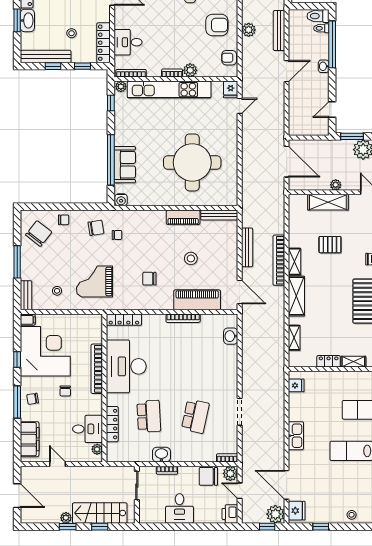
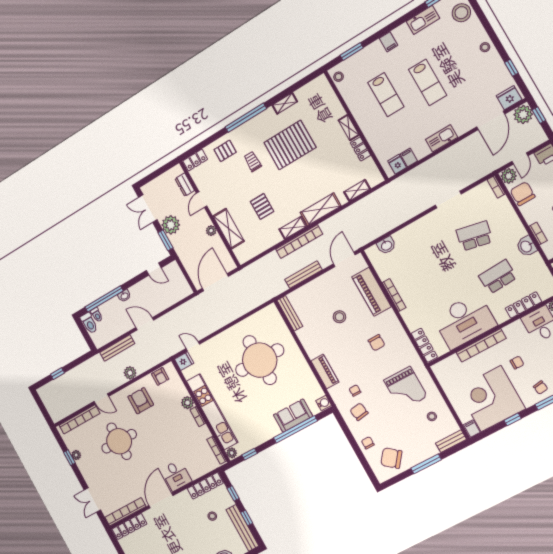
desk: (128, 42) -> (176, 475), moved
piano: (183, 217) -> (325, 371), moved
filing cabinet: (296, 399) -> (409, 158), added
chair: (208, 476) -> (523, 194), turned 180

